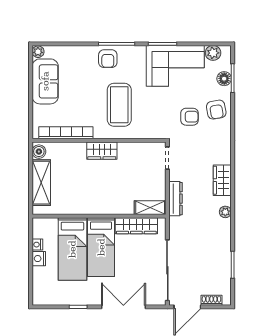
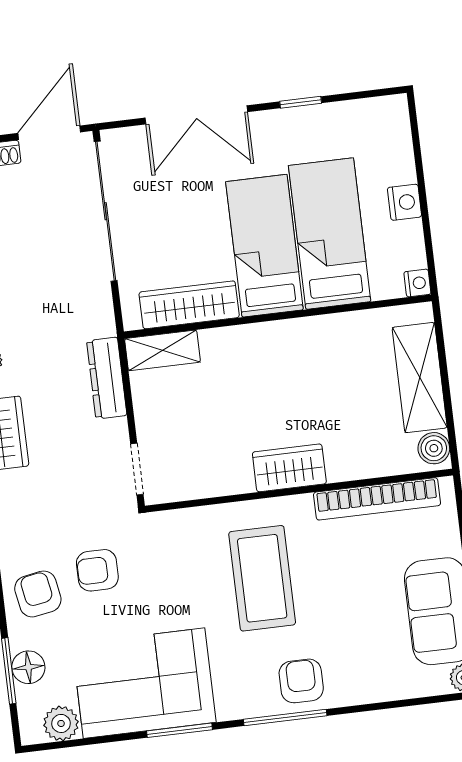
nightstand: (37, 245) -> (417, 283), moved

